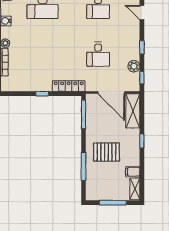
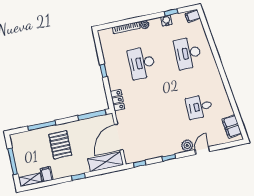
desk: (98, 54) -> (142, 63), moved, width x1.37
plant: (134, 66) -> (187, 145), moved
locker: (69, 86) -> (117, 100), width x0.66

